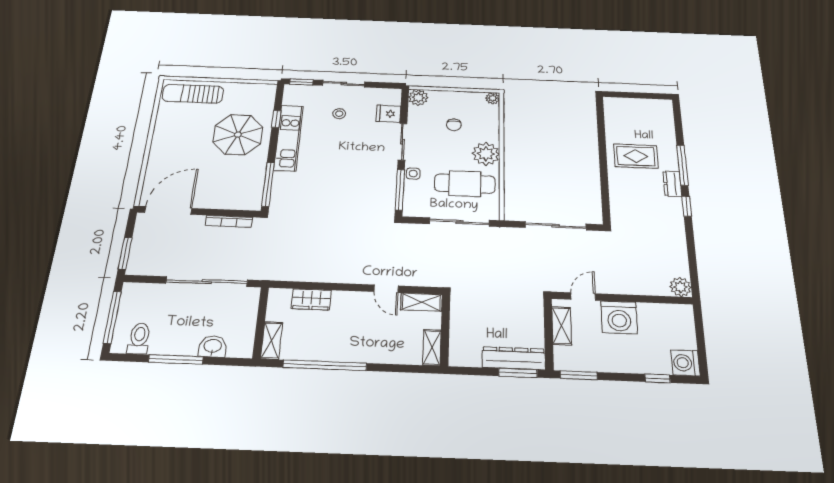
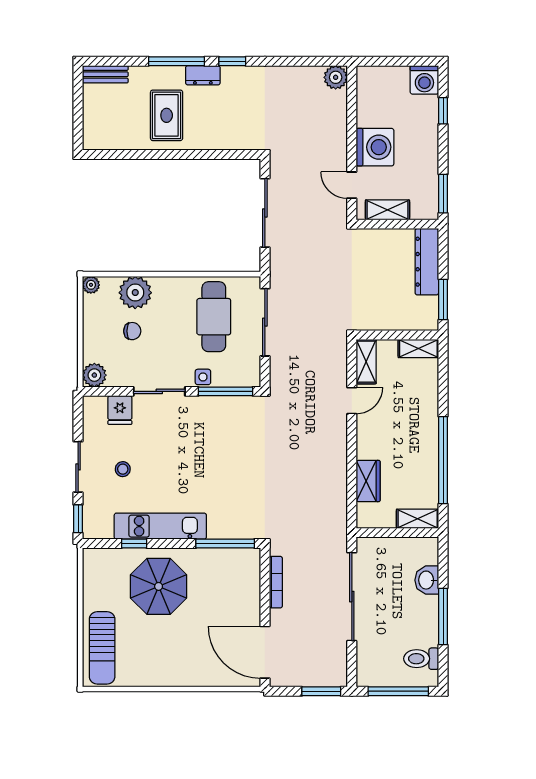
bench: (666, 115) -> (105, 74), added
plant: (486, 154) -> (135, 293), moved
window: (518, 373) -> (443, 300), moved

